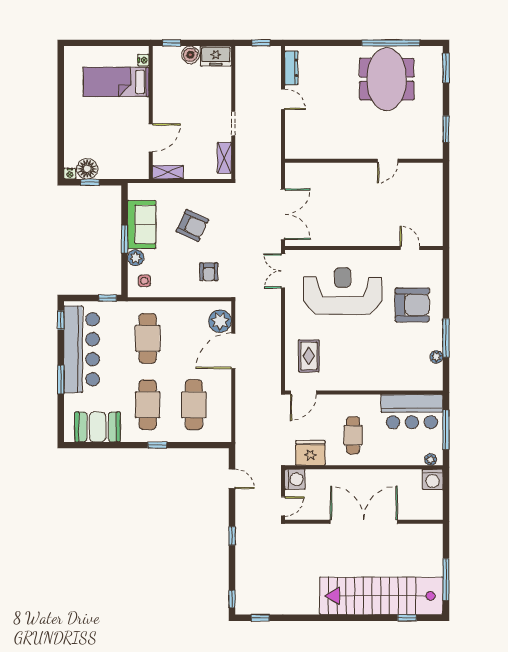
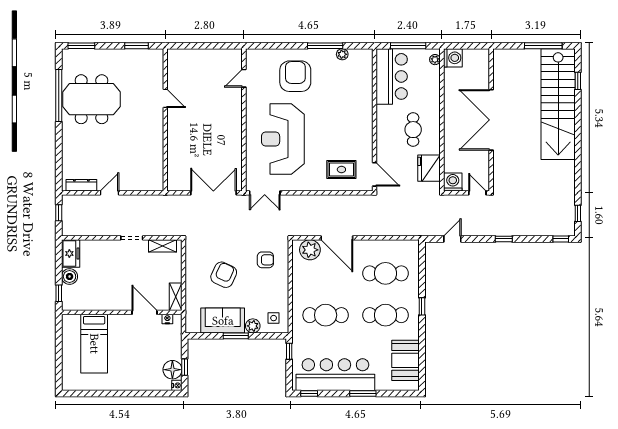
nightstand: (143, 60) -> (167, 319), moved
cafe table: (353, 435) -> (413, 130), turned 90

